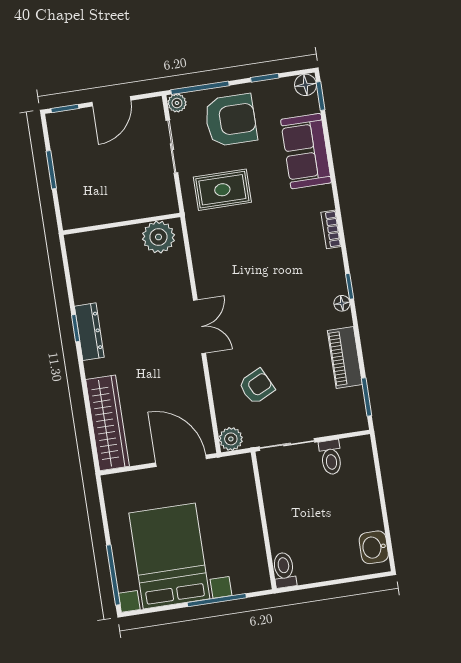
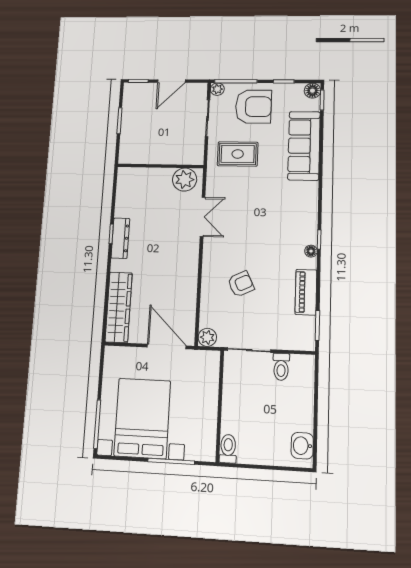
sofa: (306, 151) -> (304, 146), width x1.36
bookcase: (331, 229) -> (313, 195), removed
double door: (199, 327) -> (203, 217), moved
armchair: (257, 386) -> (241, 284), moved

